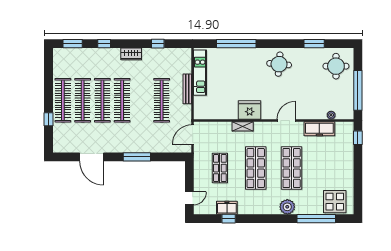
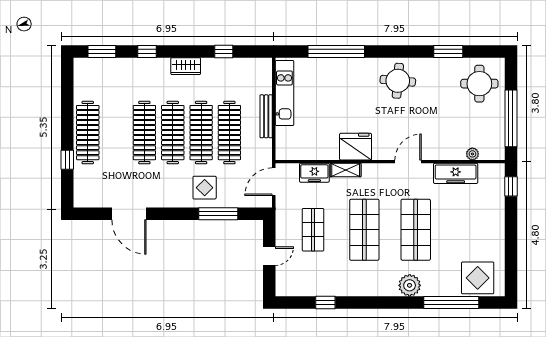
clothes rail: (83, 100) -> (201, 133), moved
display table: (144, 139) -> (205, 188), added
window: (137, 157) -> (218, 214), moved
door: (189, 198) -> (269, 256), moved
freezer: (227, 208) -> (314, 173), moved, turned 180

